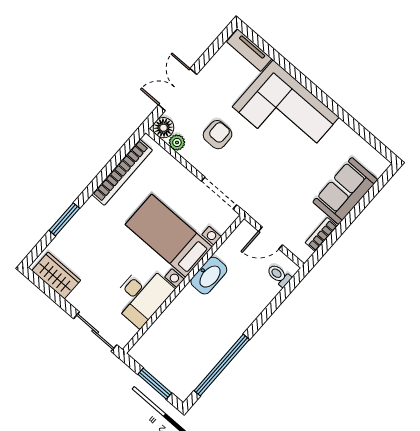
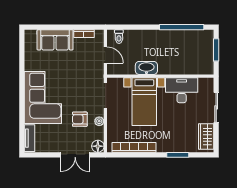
plant: (177, 142) -> (99, 121), moved
sliding door: (95, 332) -> (216, 107), moved

